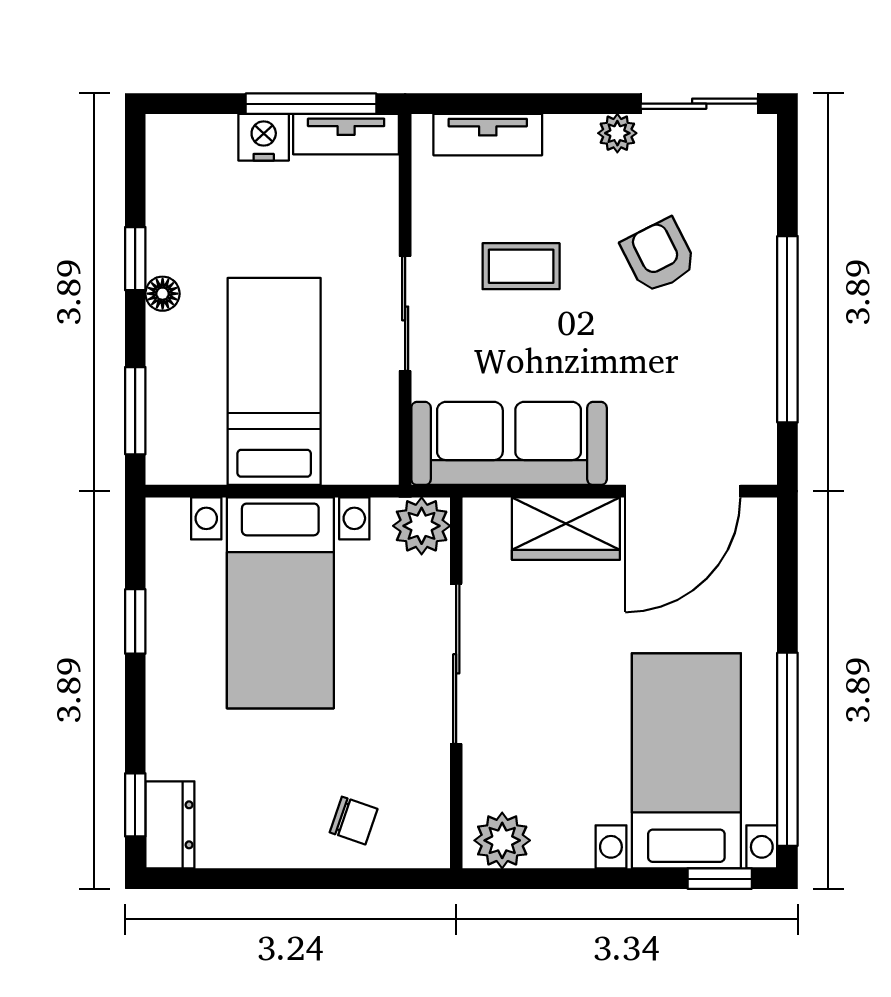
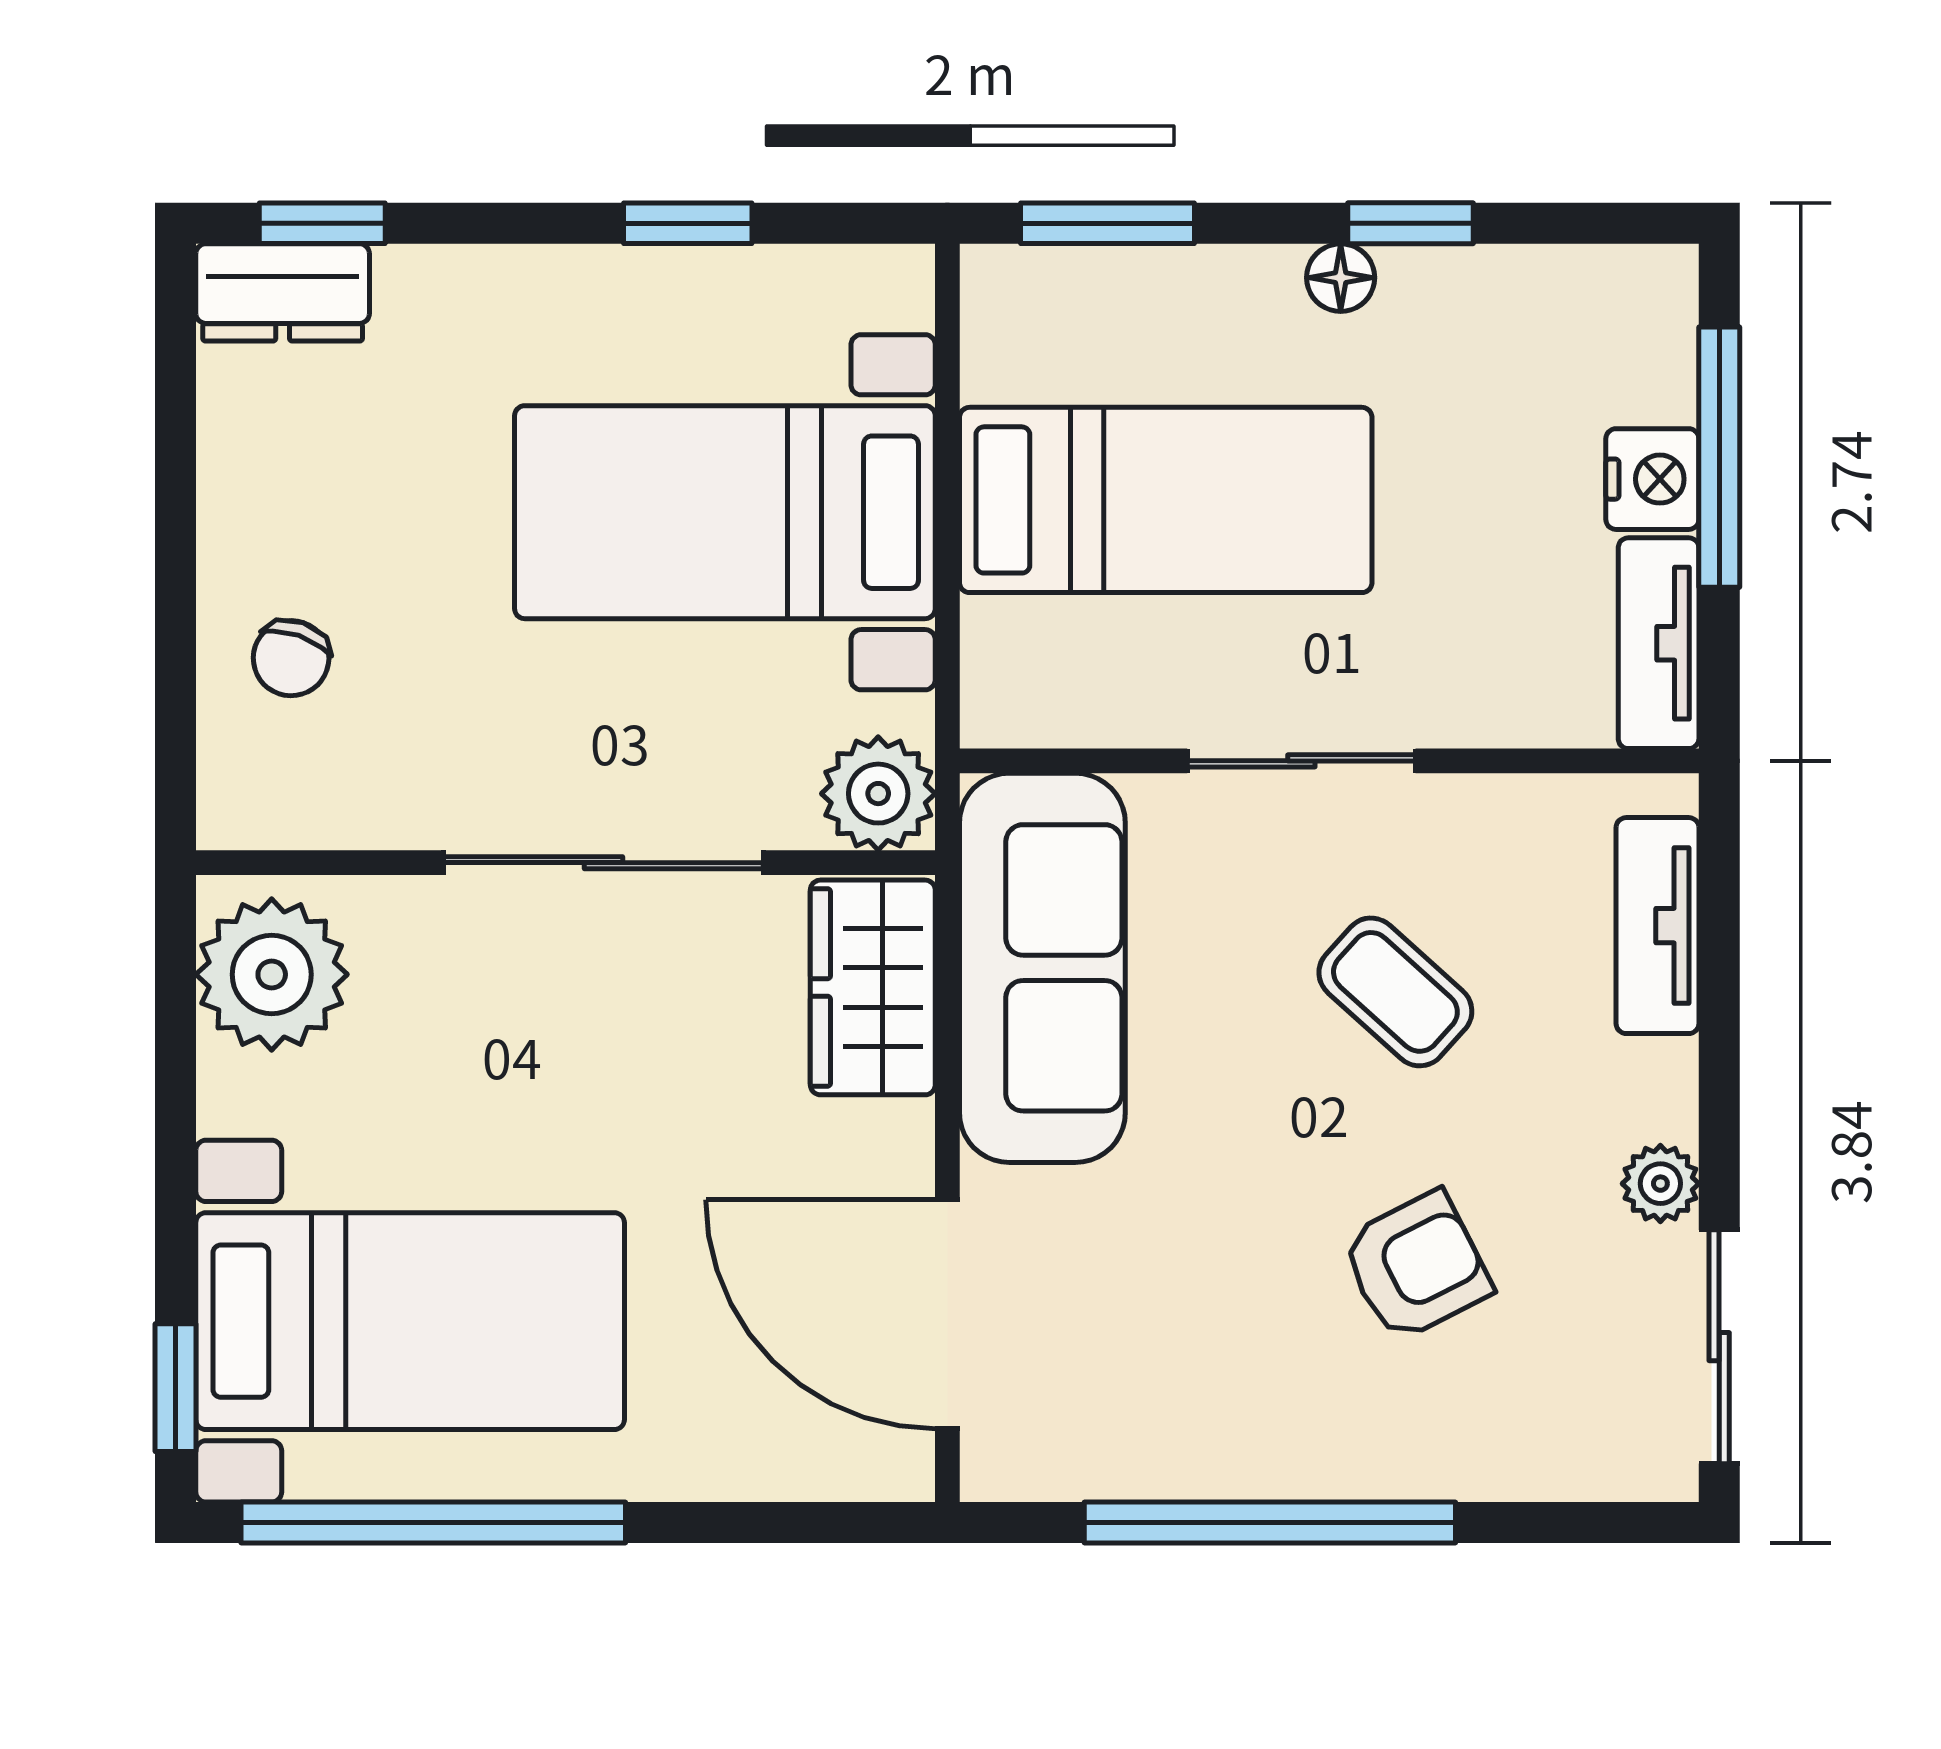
window: (311, 104) -> (1719, 457), moved
coffee table: (521, 266) -> (1395, 992), turned -48
wardrobe: (566, 529) -> (873, 987), moved
plant: (502, 840) -> (272, 974), width x1.36, depth x1.36

